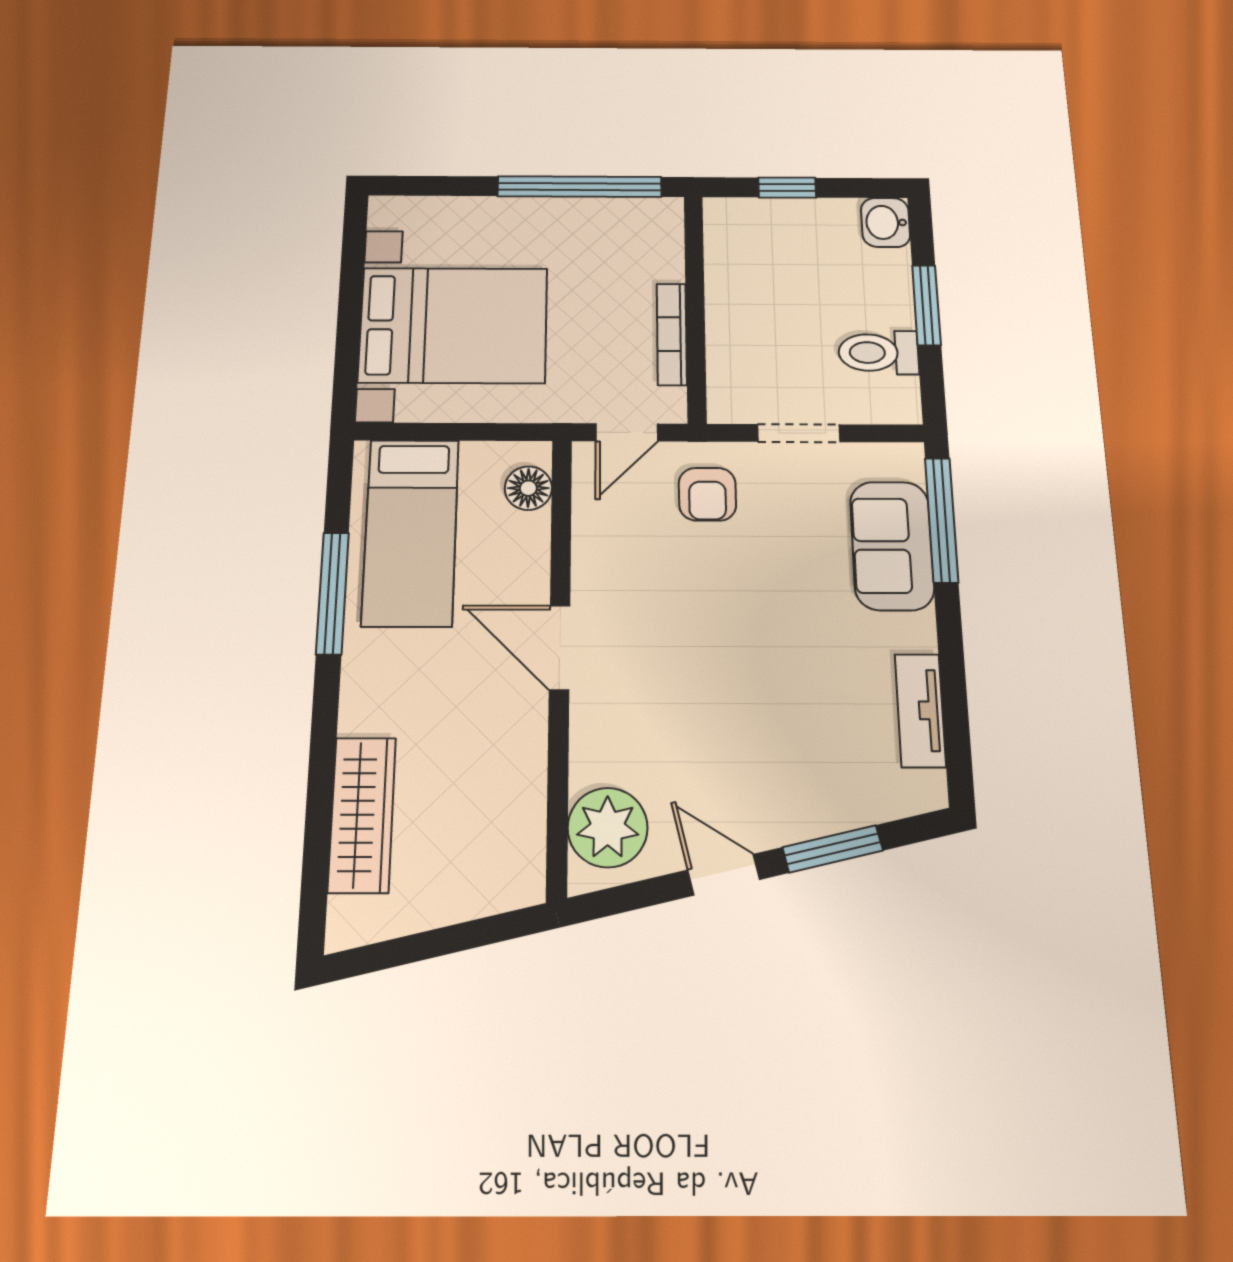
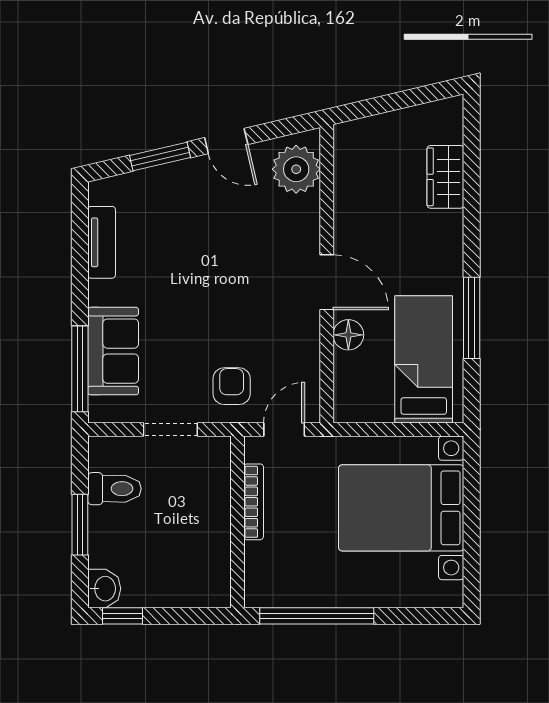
window: (787, 188) -> (122, 616), moved
floor lamp: (528, 488) -> (348, 335), moved
wardrobe: (362, 815) -> (445, 177), width x0.67

